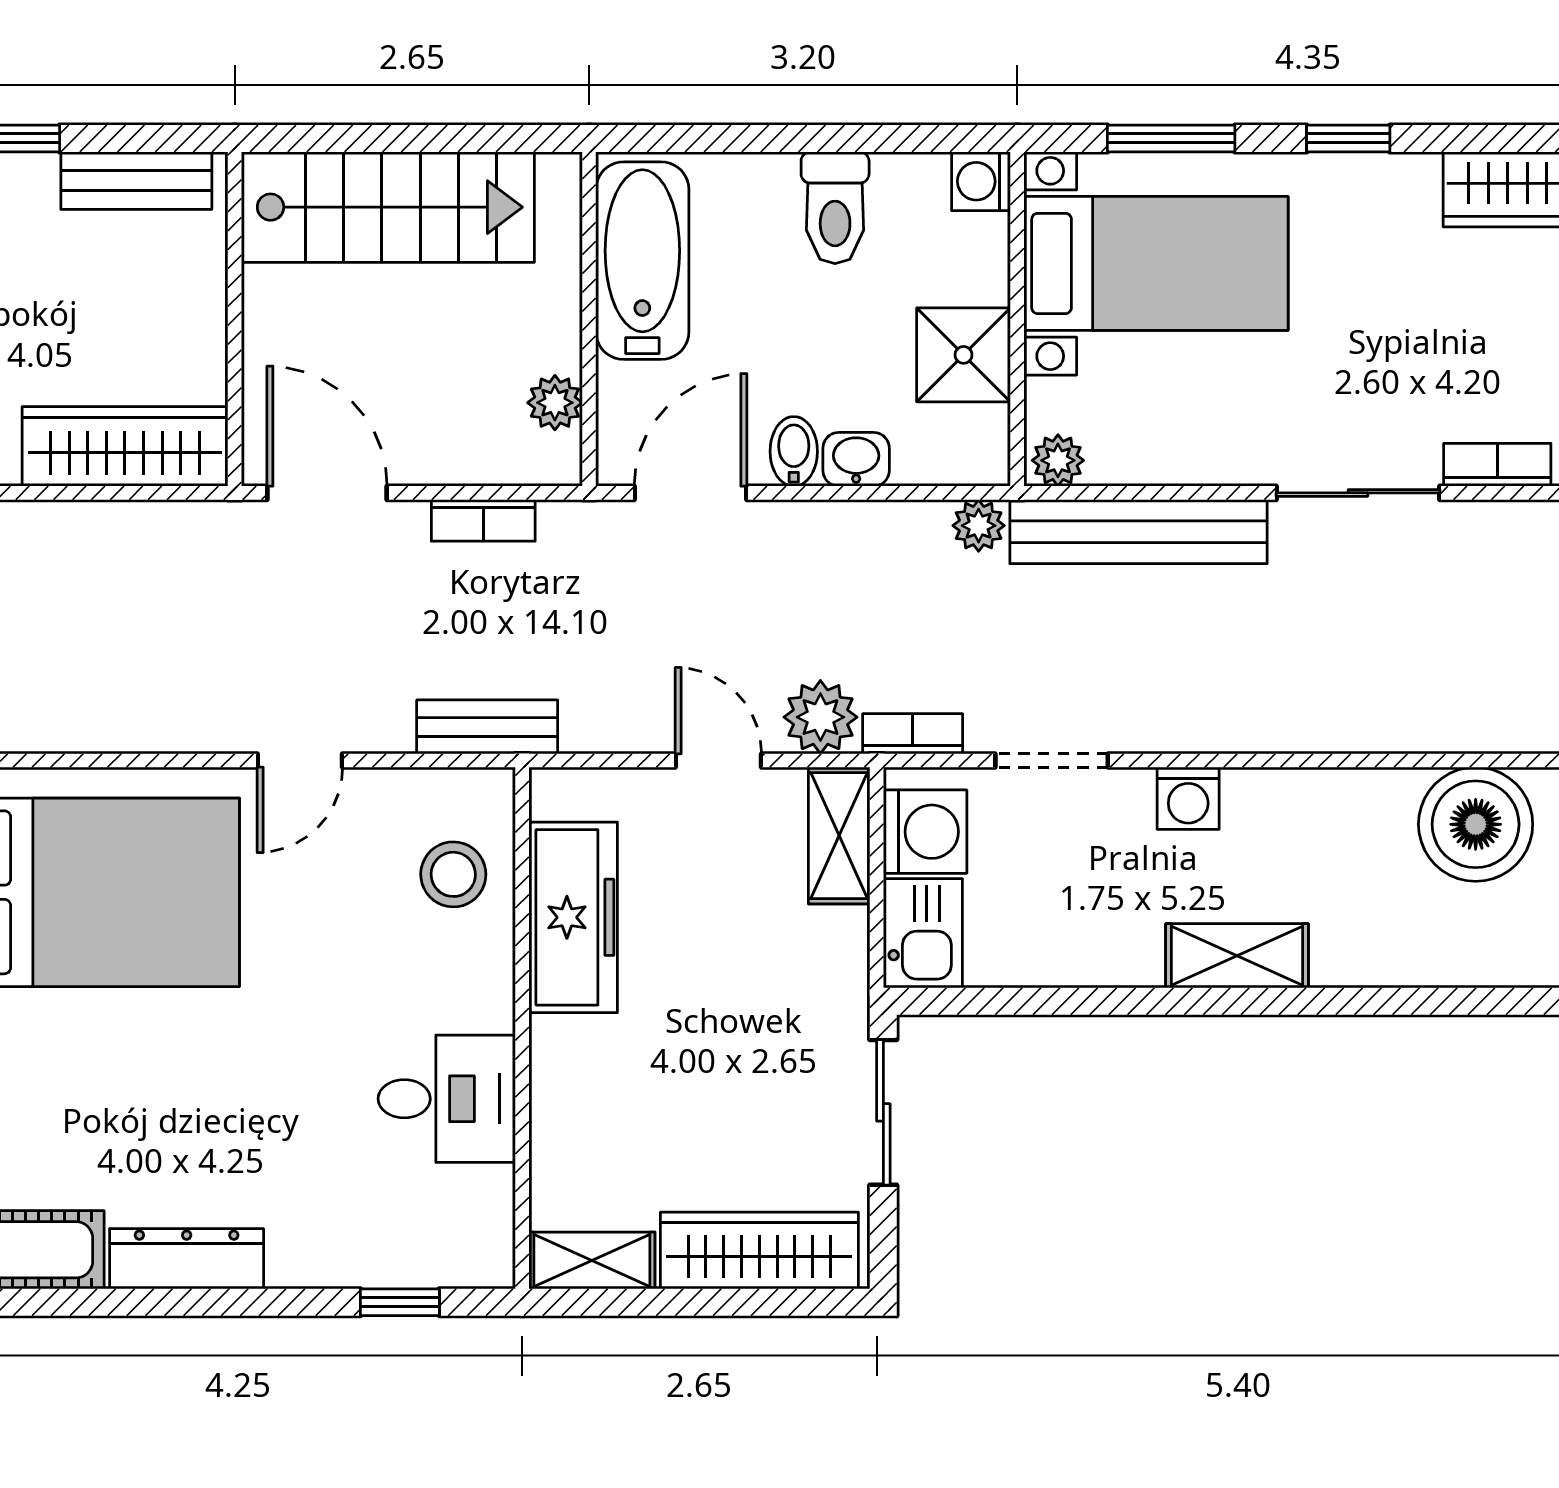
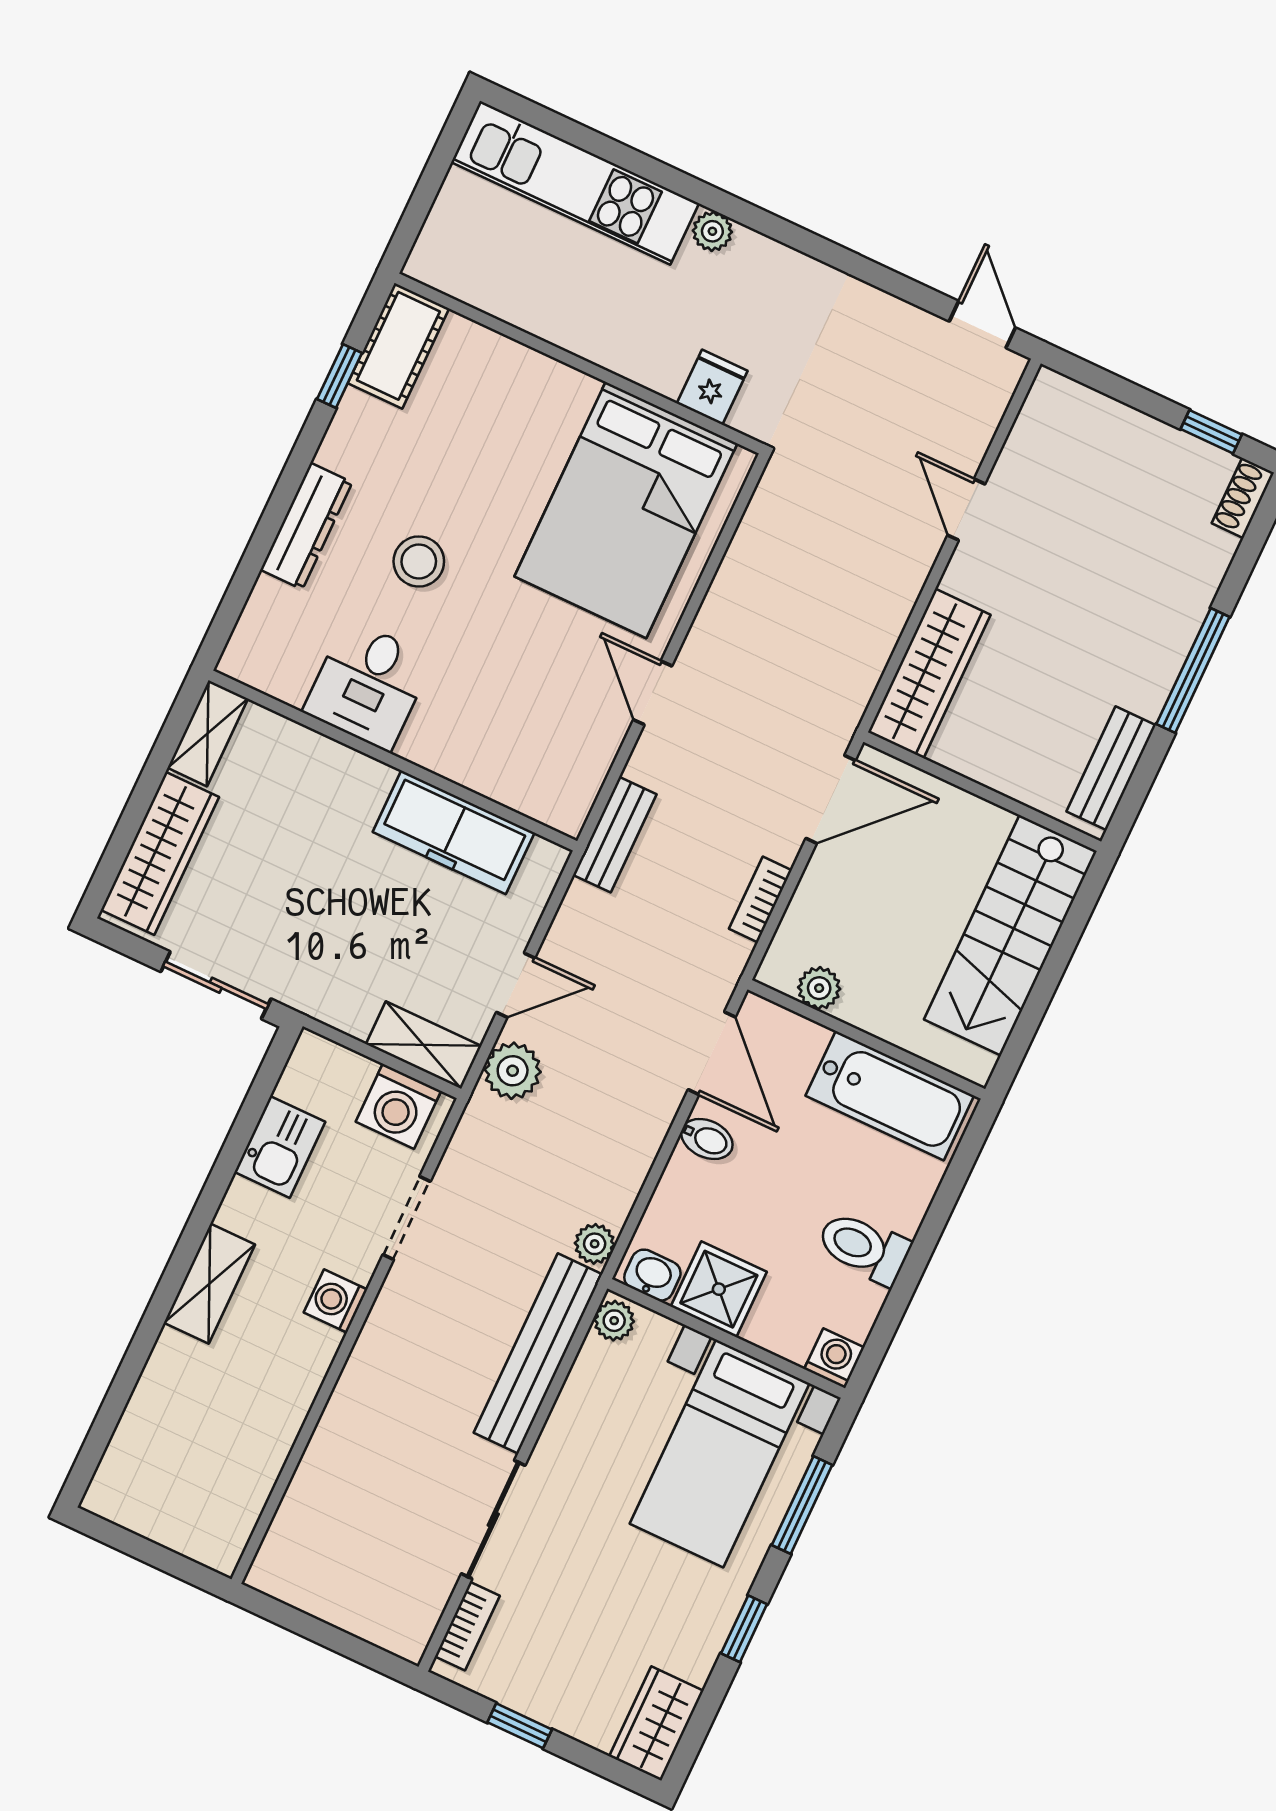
washbasin: (856, 459) -> (652, 1275), moved, turned -90
bookcase: (913, 734) -> (471, 1130), removed
boiler: (1476, 824) -> (223, 1493), removed
stool: (453, 874) -> (419, 562), moved
kitchen sink: (923, 933) -> (280, 1147), moved, turned -90
dresser: (187, 1259) -> (306, 526), moved
window: (400, 1302) -> (340, 376), moved

